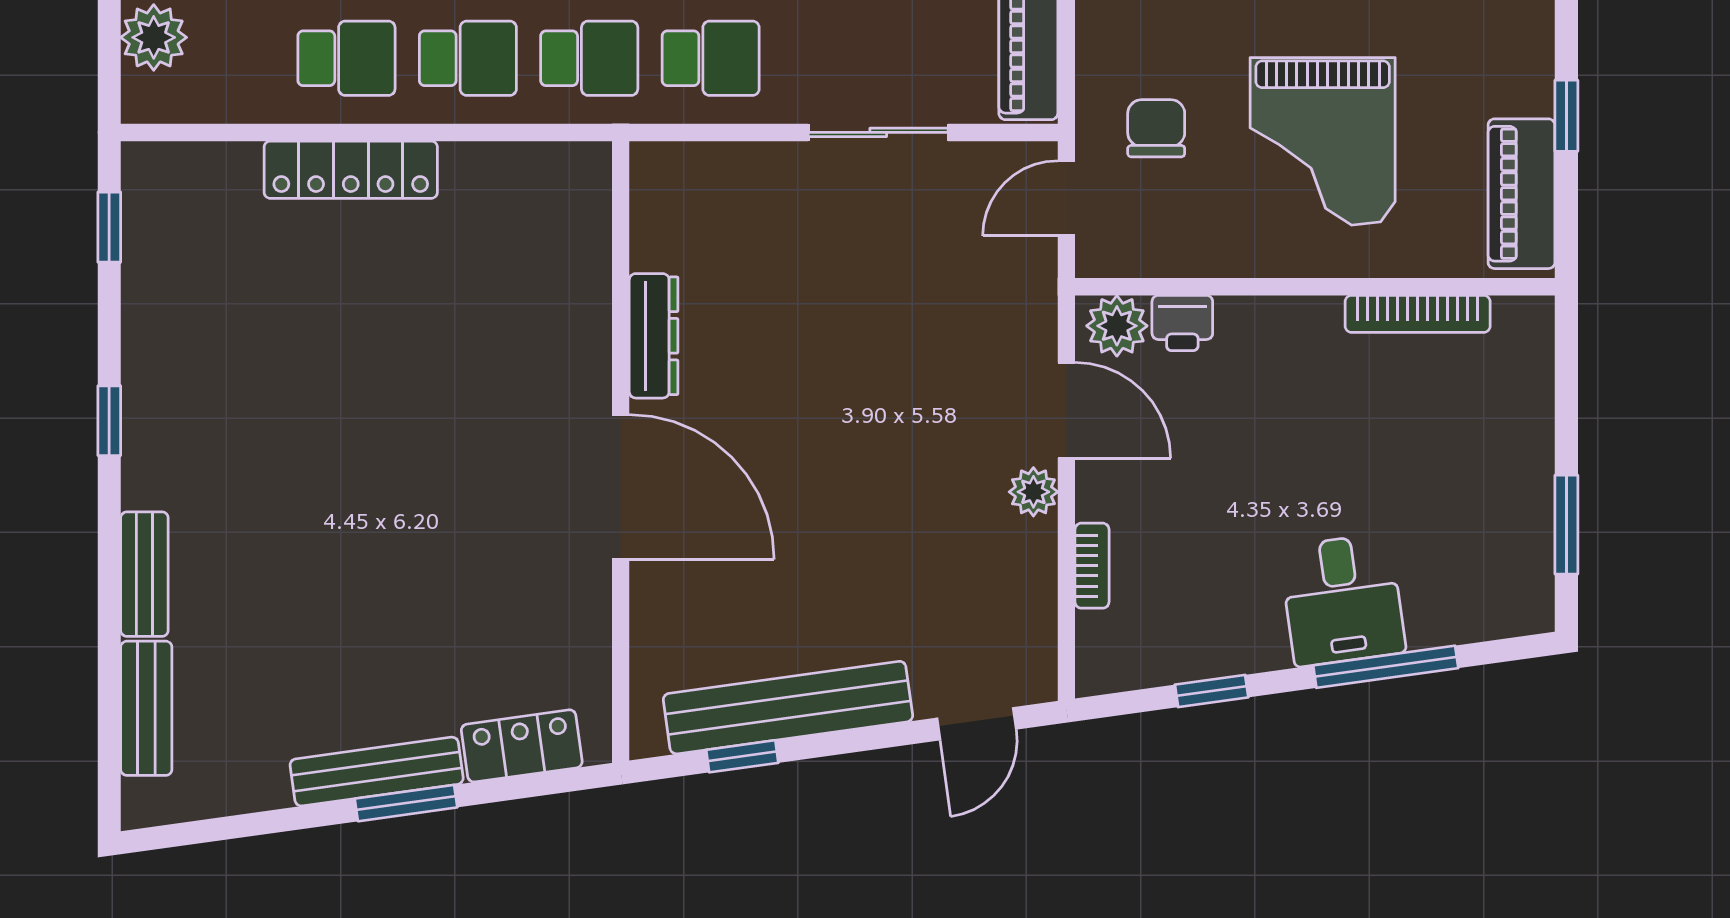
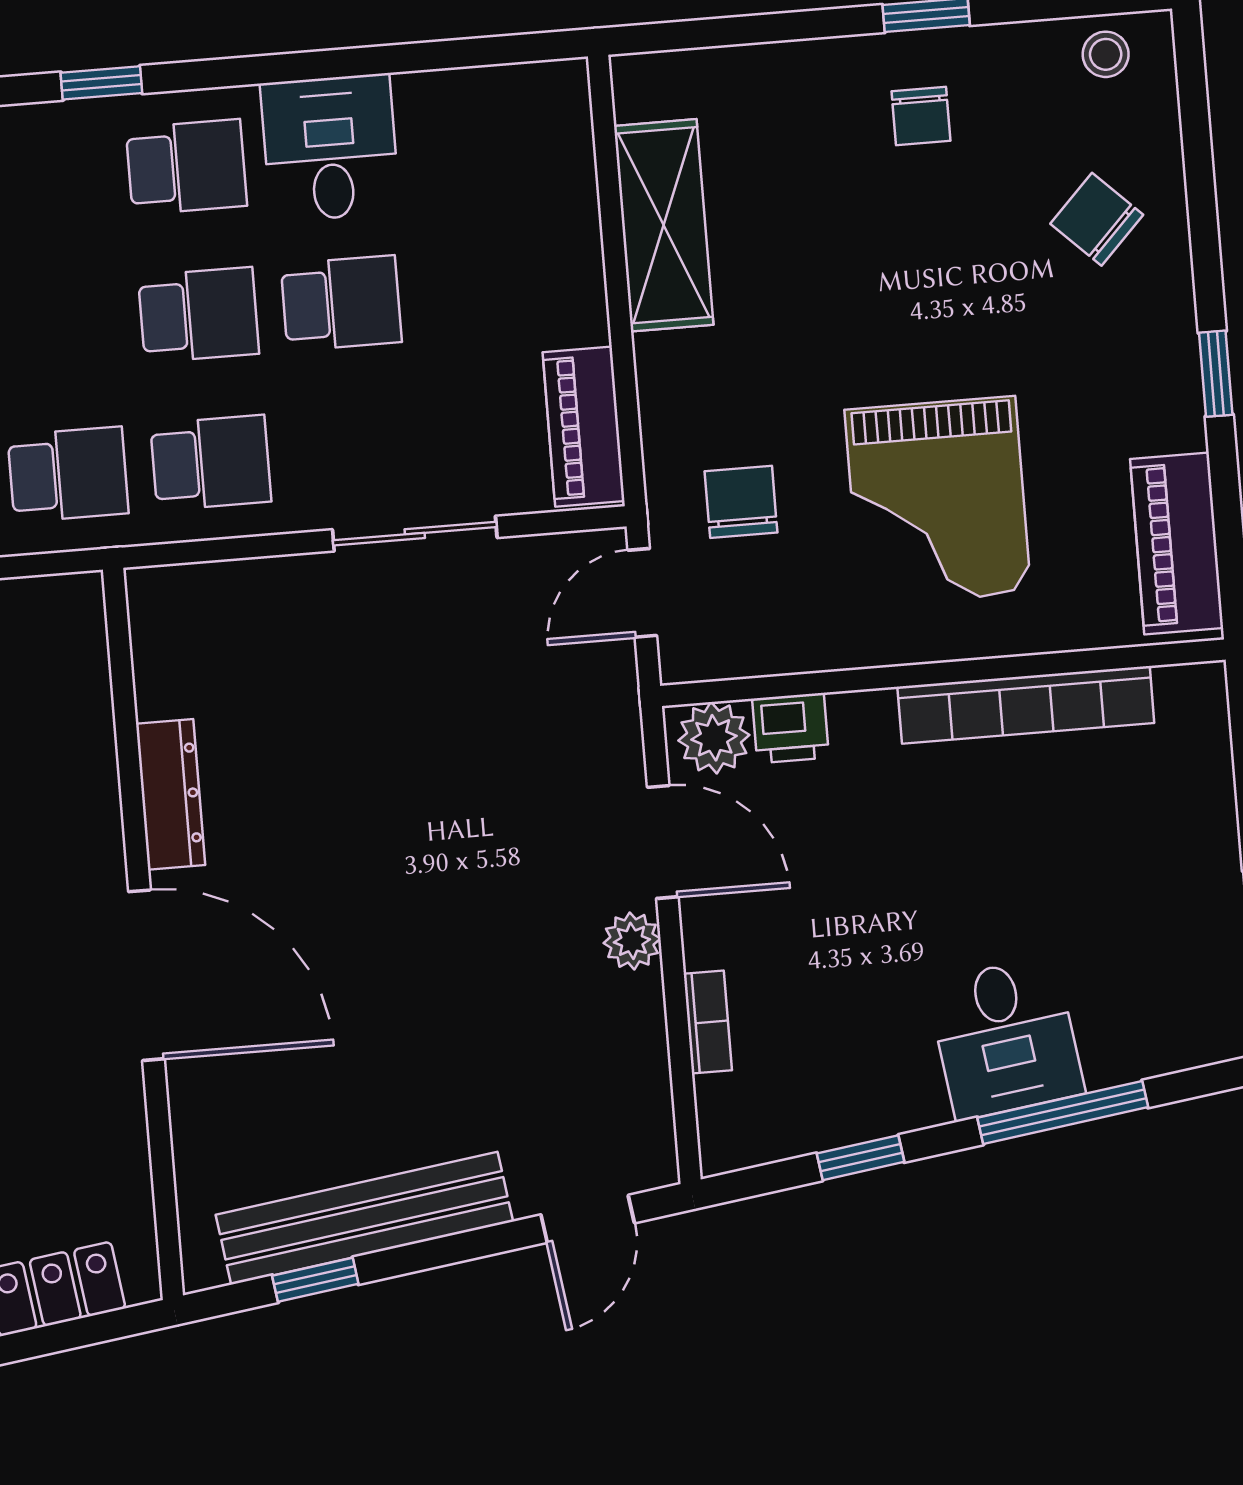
window: (1566, 116) -> (1216, 374), moved
bookcase: (1418, 314) -> (1026, 705), width x1.48, depth x1.31

